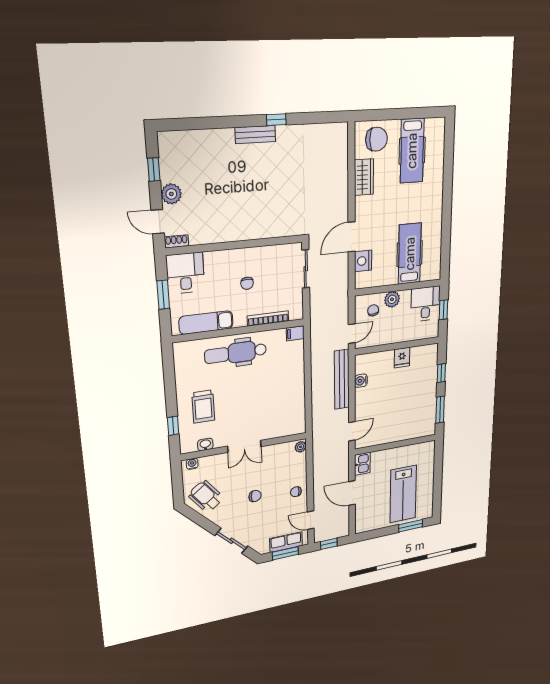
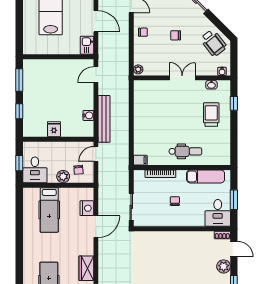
dental chair: (236, 353) -> (185, 151), width x0.73, depth x0.72

